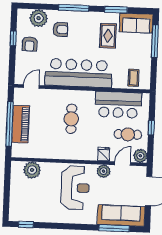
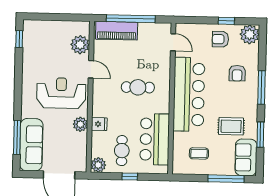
plant: (39, 18) -> (250, 34), moved
coffee table: (133, 78) -> (199, 153), moved
piano: (21, 124) -> (117, 31), moved
door: (123, 164) -> (91, 69), moved
reception desk: (75, 188) -> (61, 93), turned 180

